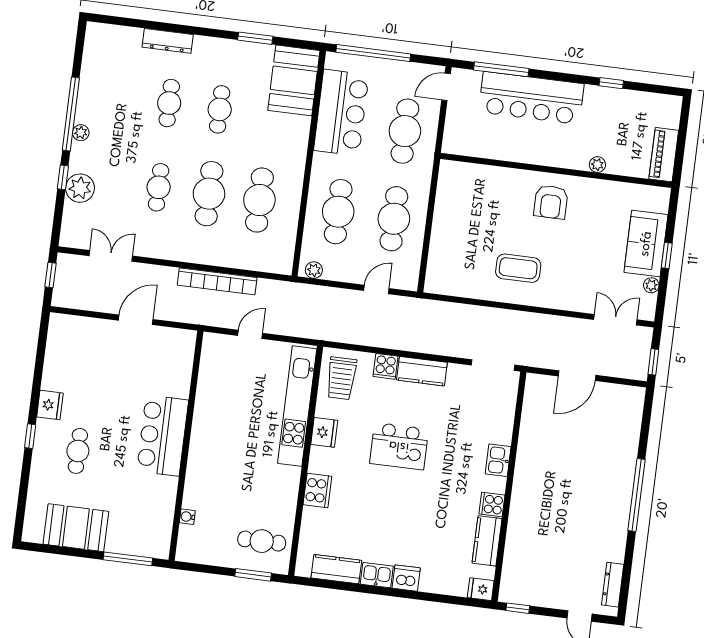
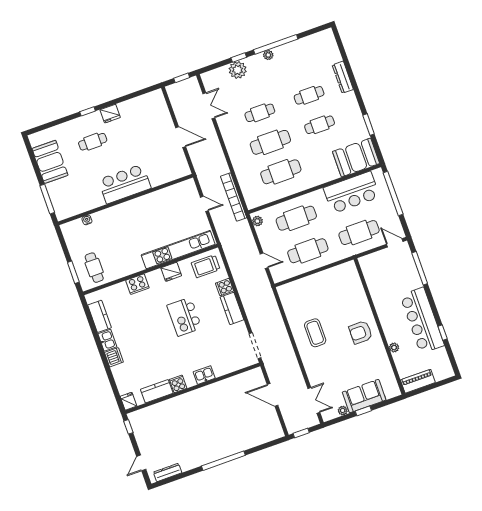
bar counter: (531, 98) -> (422, 320), moved
bookcase: (217, 281) -> (234, 197), moved

